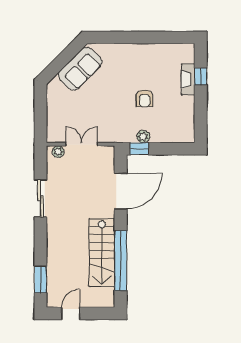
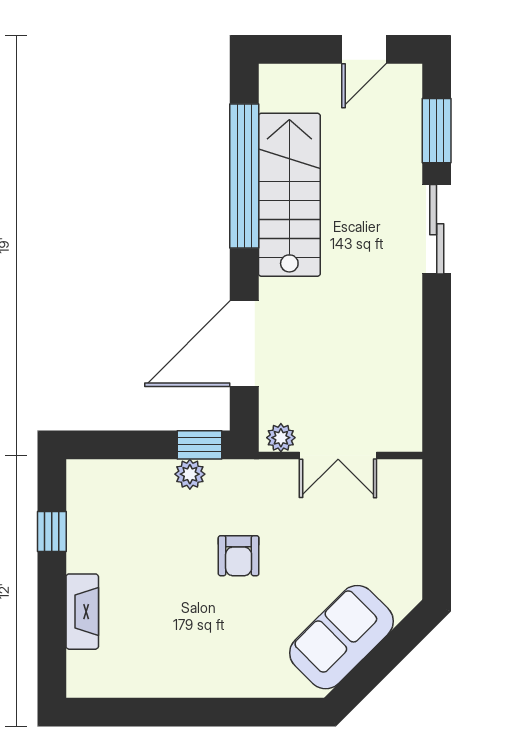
window: (201, 76) -> (52, 531), moved
armchair: (145, 98) -> (239, 556), moved, turned 180
plant: (58, 152) -> (281, 438), moved
sliding door: (40, 198) -> (437, 229), moved

